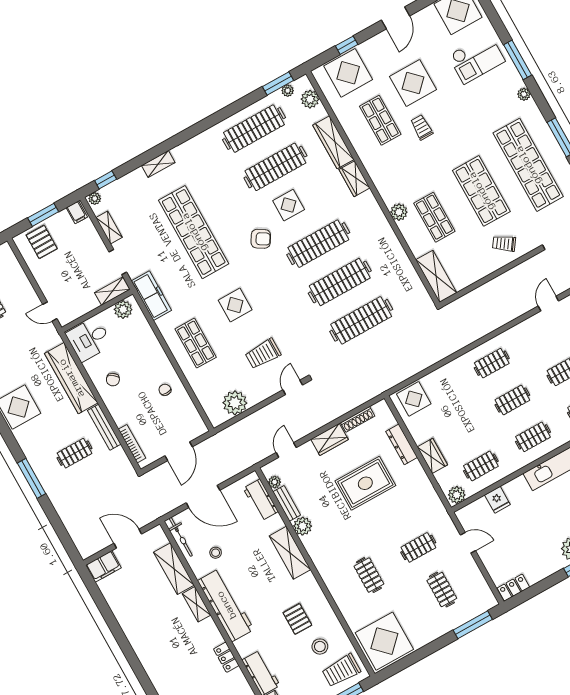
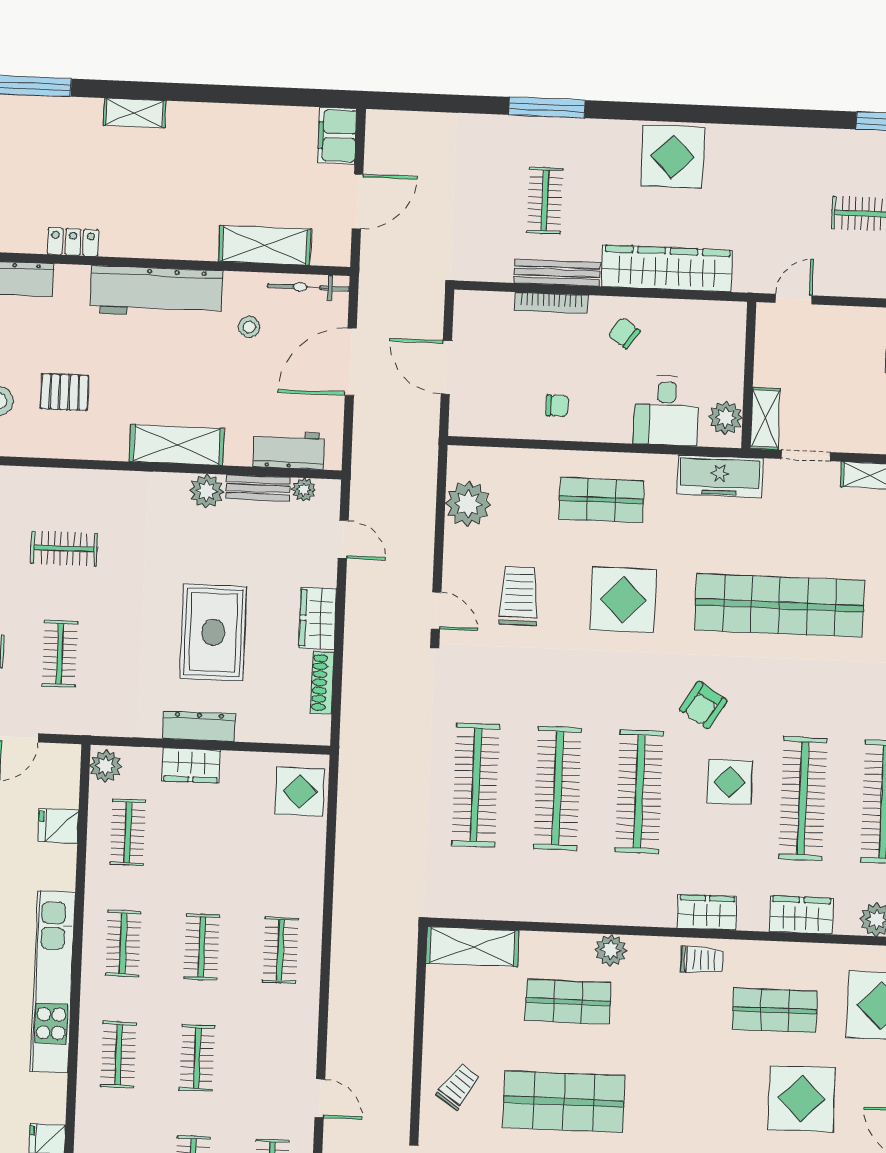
trolley: (422, 127) -> (702, 960), moved
wardrobe: (333, 142) -> (801, 915), width x0.67
display table: (235, 305) -> (623, 600), width x1.36, depth x1.36
desk: (89, 339) -> (666, 411), moved, turned 180
bookcase: (132, 444) -> (551, 303), moved
dresser: (402, 444) -> (199, 726), moved
shelving: (197, 604) -> (135, 113), moved

